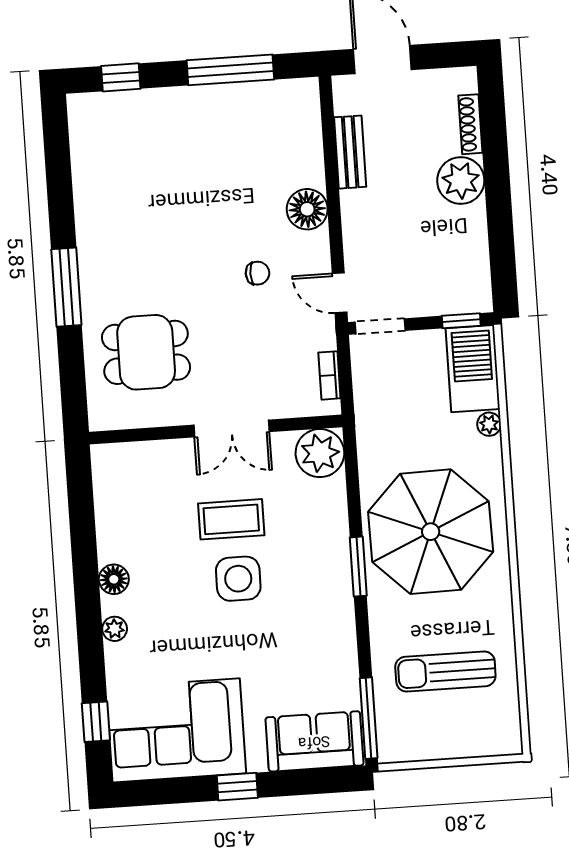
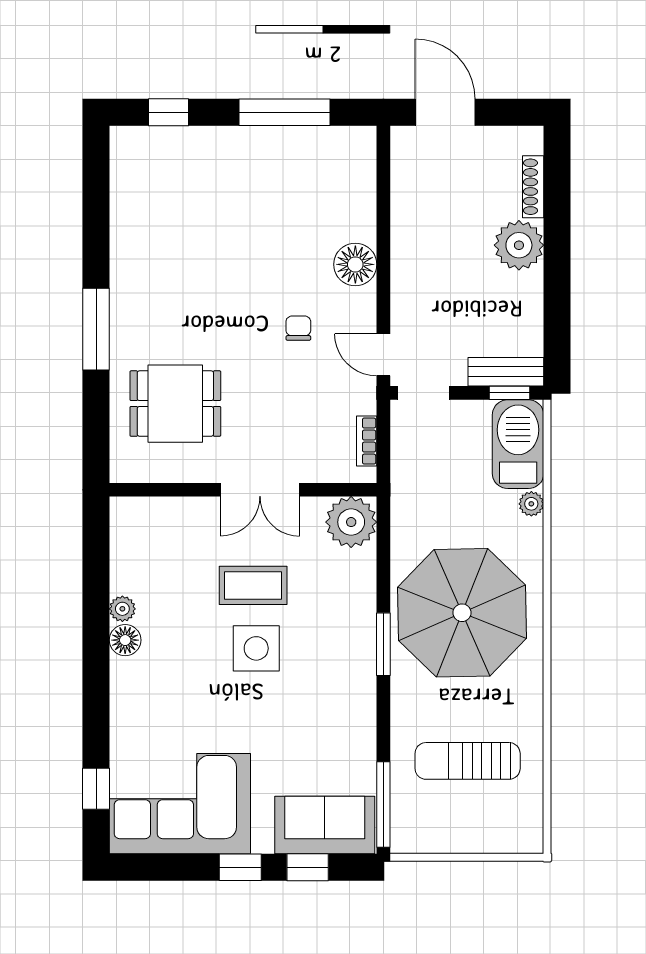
bench: (350, 152) -> (506, 372), moved, turned 90
chair: (257, 273) -> (298, 328), turned -90
plant: (115, 629) -> (122, 609), moved
window: (301, 782) -> (308, 867), added

